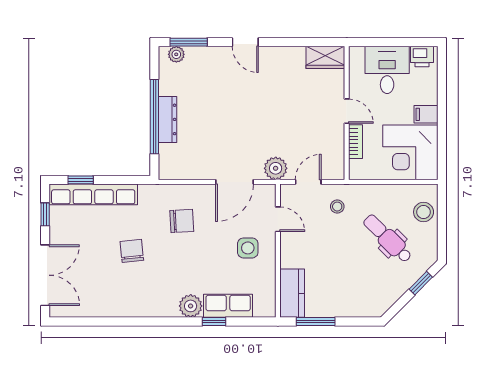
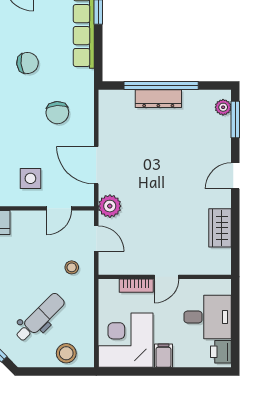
wardrobe: (325, 57) -> (220, 228), moved

